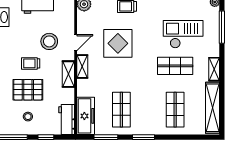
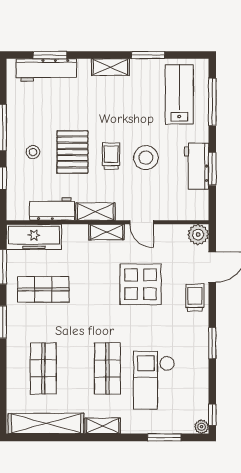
window: (222, 27) -> (164, 437), width x0.69
checkout: (183, 34) -> (154, 380), turned 180
stool: (49, 41) -> (146, 158), moved
shop shelf: (175, 110) -> (43, 368), turned 90
workbench: (67, 119) -> (52, 209), moved

